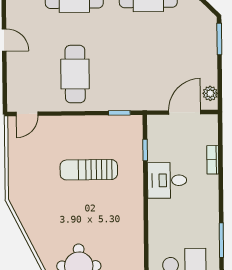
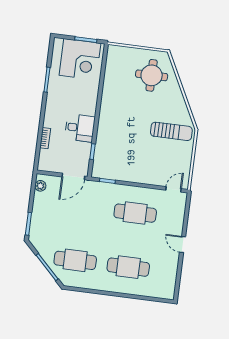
cafe table: (75, 74) -> (135, 213), turned 90
door: (185, 112) -> (73, 176), moved
sun lounger: (89, 170) -> (171, 131), moved

